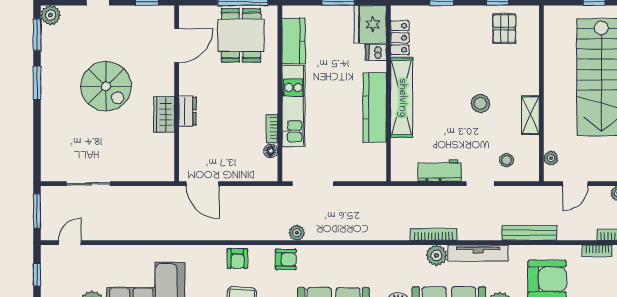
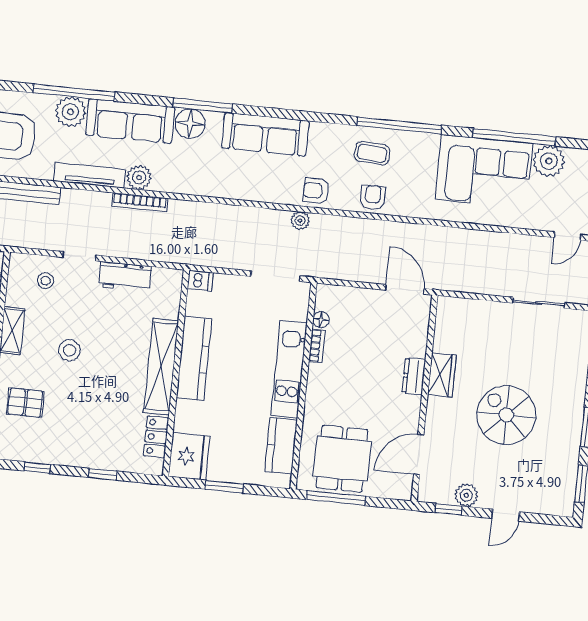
plant: (50, 15) -> (466, 495), moved
pallet: (504, 29) -> (25, 403), moved, turned 90
dishwasher: (376, 53) -> (200, 281), moved

